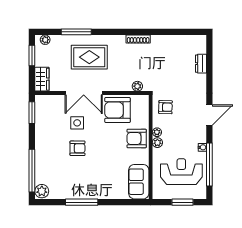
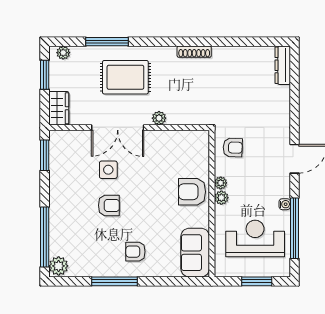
dresser: (201, 64) -> (283, 65), moved, width x1.44
plant: (137, 86) -> (159, 118), moved
armchair: (117, 110) -> (135, 252), moved, width x0.53, depth x0.53

